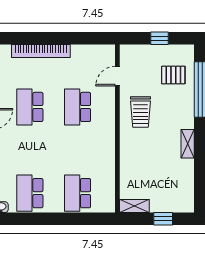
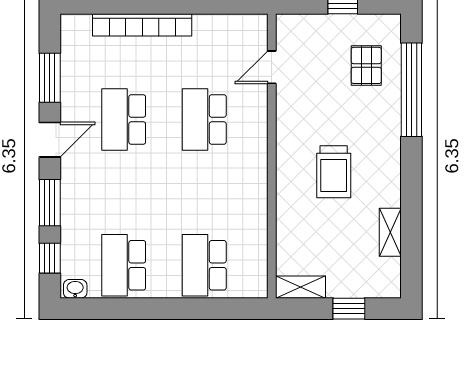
pallet: (173, 75) -> (366, 65), turned 90
trolley: (140, 112) -> (334, 172), moved
shelving: (188, 144) -> (390, 232), moved

